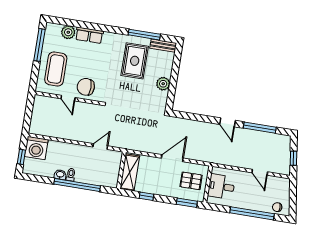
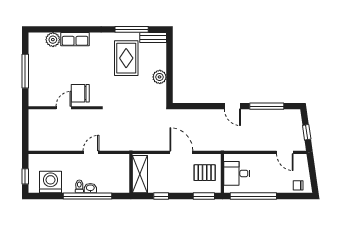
window: (39, 45) -> (25, 71), moved
coffee table: (56, 69) -> (46, 80), removed
door: (68, 98) -> (64, 108), swing flipped
door: (100, 146) -> (91, 152), moved
washing machine: (36, 148) -> (50, 182), moved, turned 180
door: (172, 158) -> (181, 152), hinge flipped
door: (260, 172) -> (285, 152), moved
washbasin: (60, 175) -> (90, 188), moved
window: (252, 213) -> (253, 196), moved

